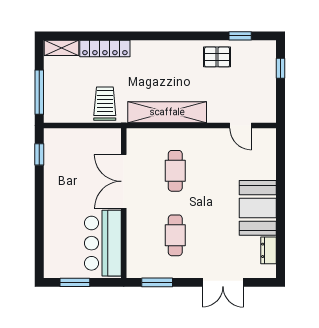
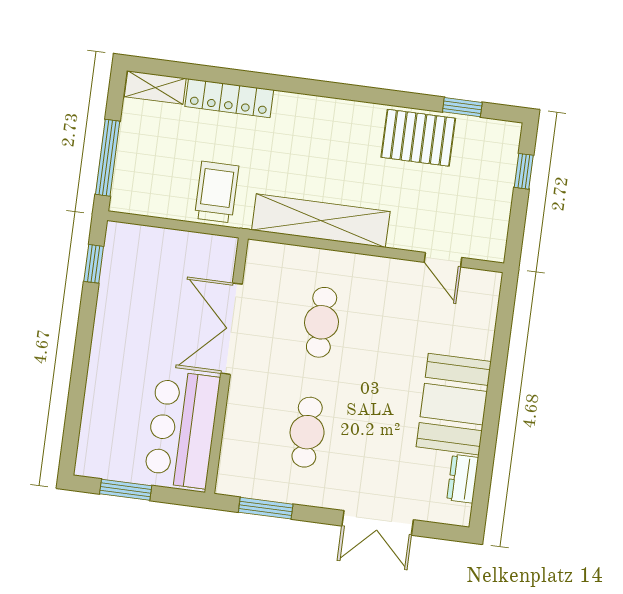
pallet: (217, 57) -> (418, 138), width x1.50, depth x1.42

